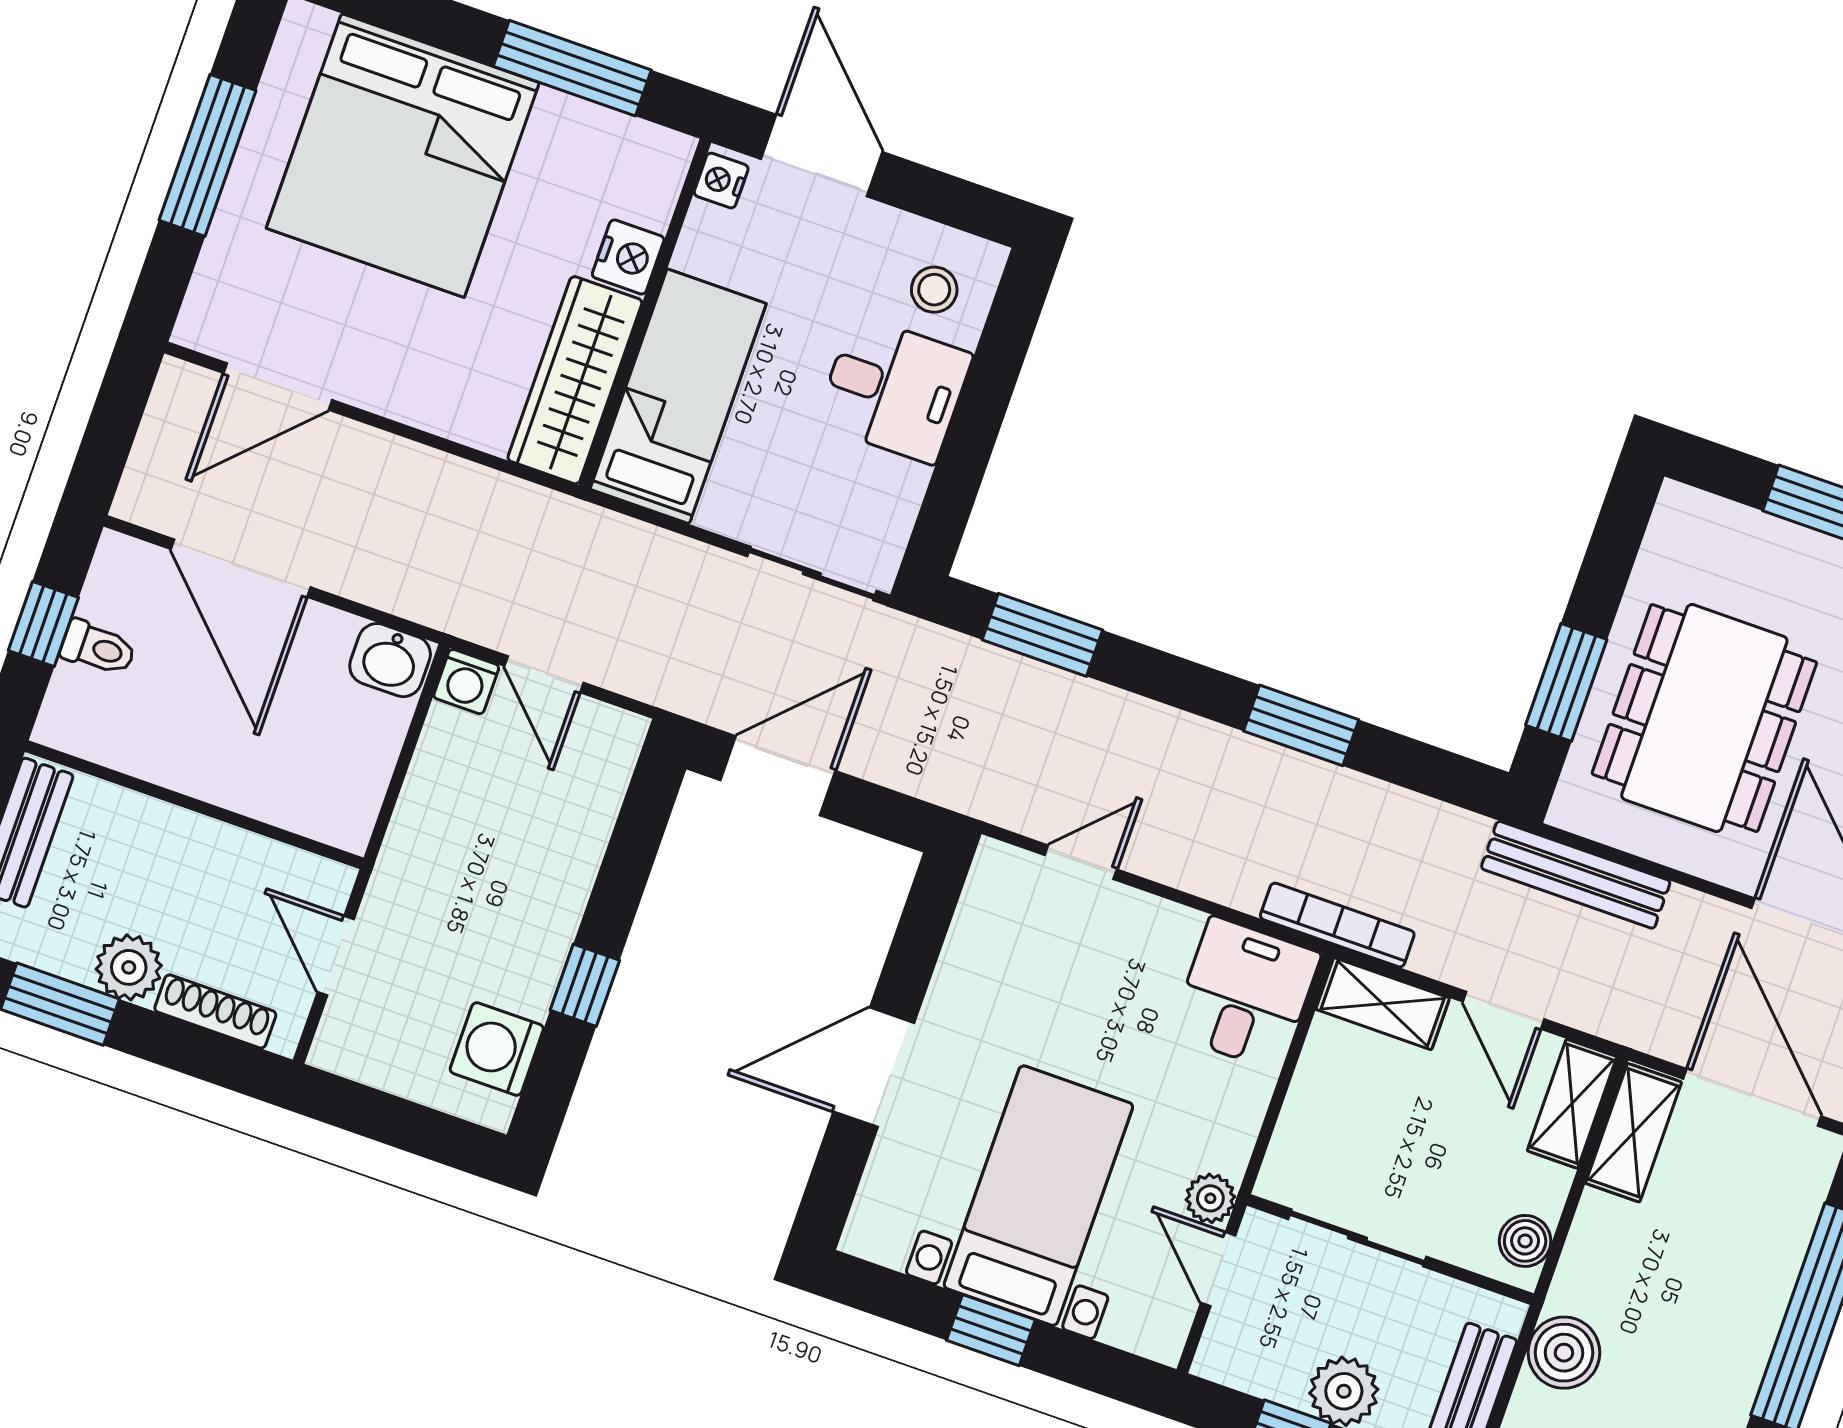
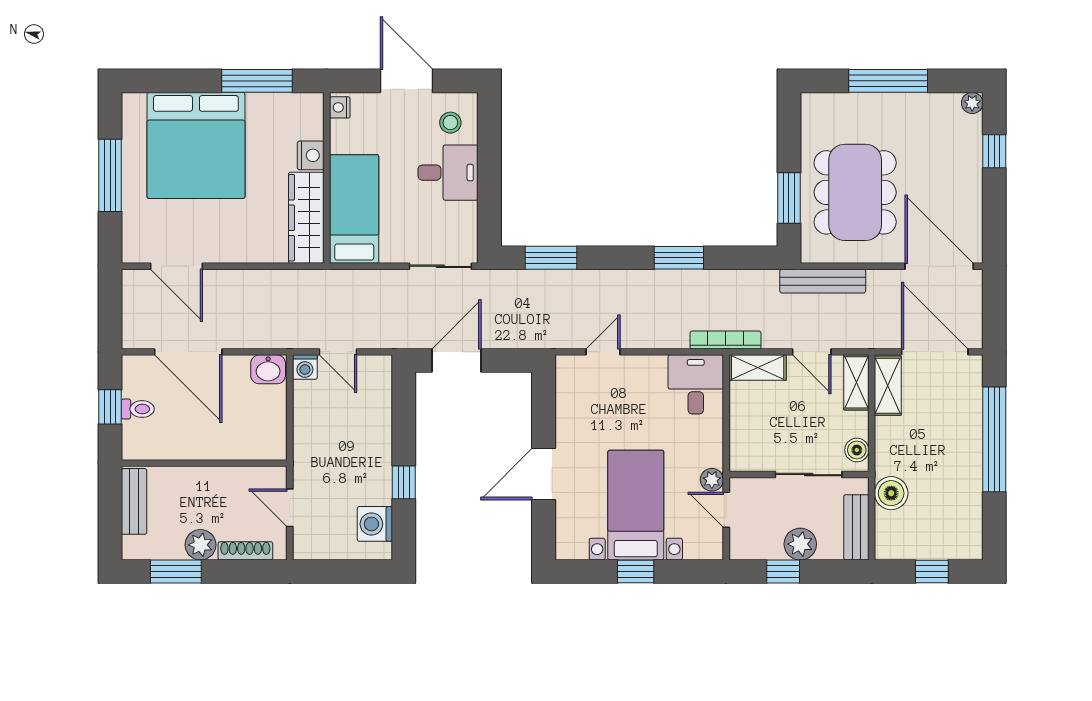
door: (822, 156) -> (407, 81), moved
door: (278, 387) -> (177, 266), hinge flipped
sliding door: (1357, 1238) -> (809, 475), moved

